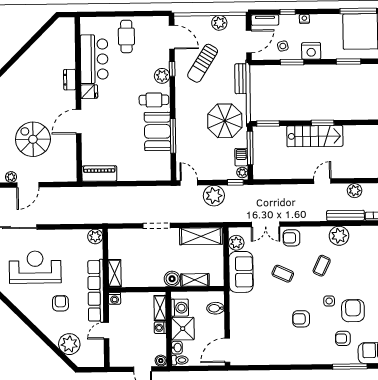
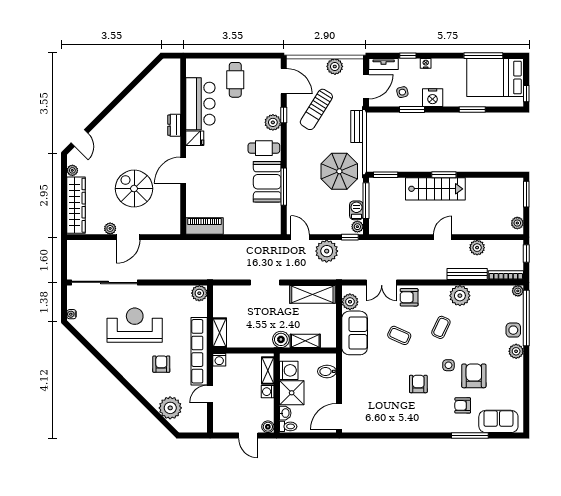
armchair: (301, 319) -> (418, 384), turned 90

